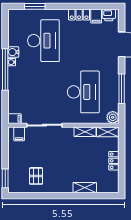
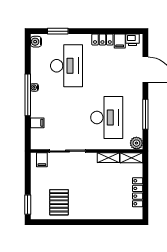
water cooler: (13, 52) -> (36, 42), moved
filing cabinet: (14, 119) -> (37, 123), moved
locker: (114, 161) -> (138, 192), width x1.53
pallet: (36, 176) -> (59, 202), width x1.50, depth x1.42
shelving: (85, 188) -> (108, 214), removed

